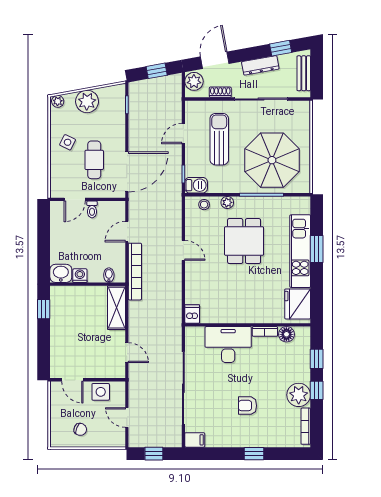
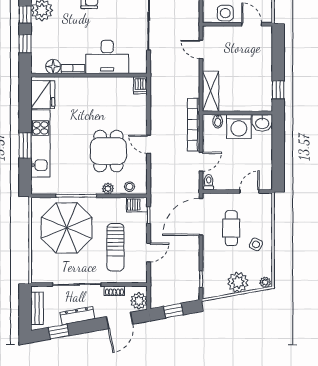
toilet: (92, 209) -> (209, 182), moved
dining table: (244, 241) -> (108, 151), moved
washing machine: (80, 276) -> (239, 127), width x1.89, depth x1.89

